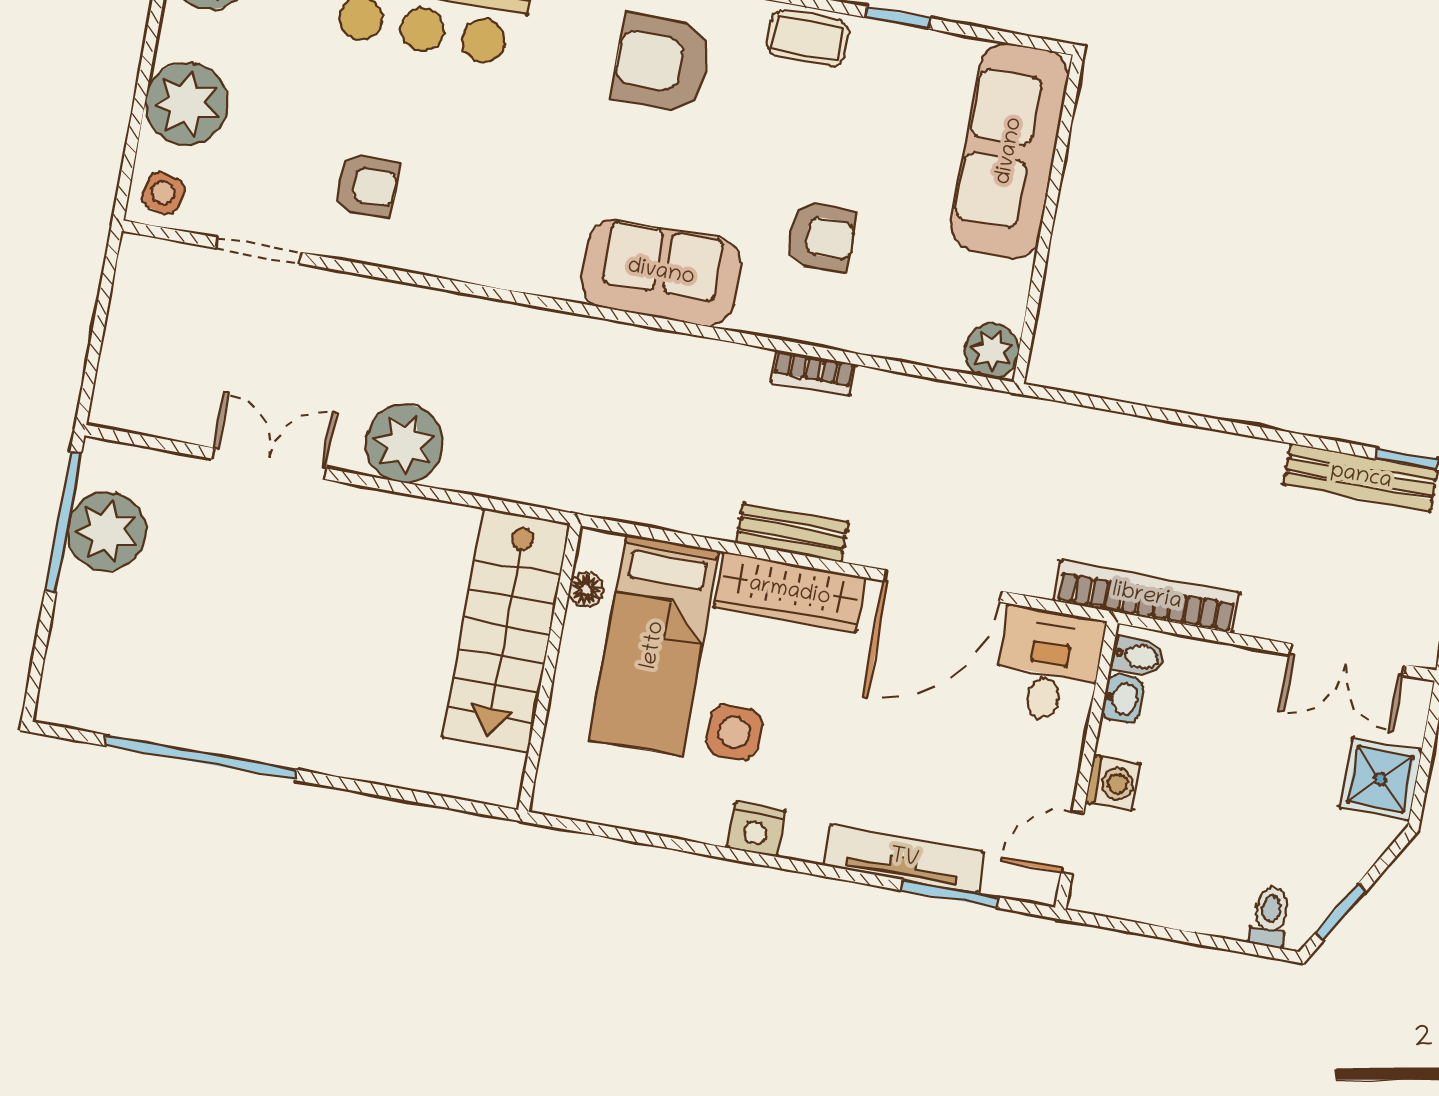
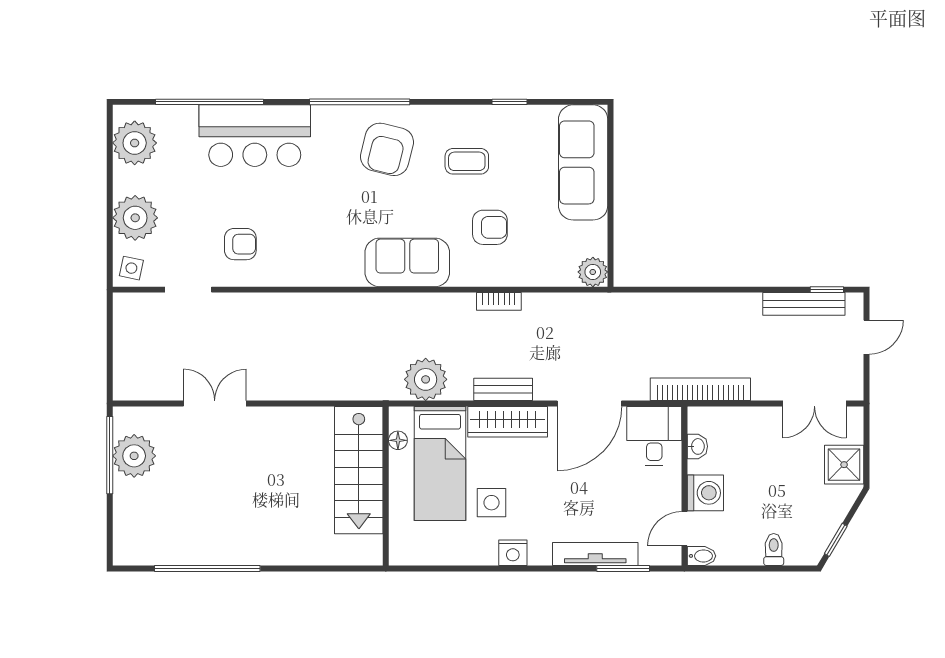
coffee table: (808, 38) -> (467, 161), moved
armchair: (662, 63) -> (387, 149), turned -76
plant: (404, 444) -> (426, 379), moved
bidet: (1138, 656) -> (701, 556), moved
washing machine: (1113, 783) -> (705, 493), width x1.38, depth x1.38
toilet: (1270, 917) -> (774, 550), moved

